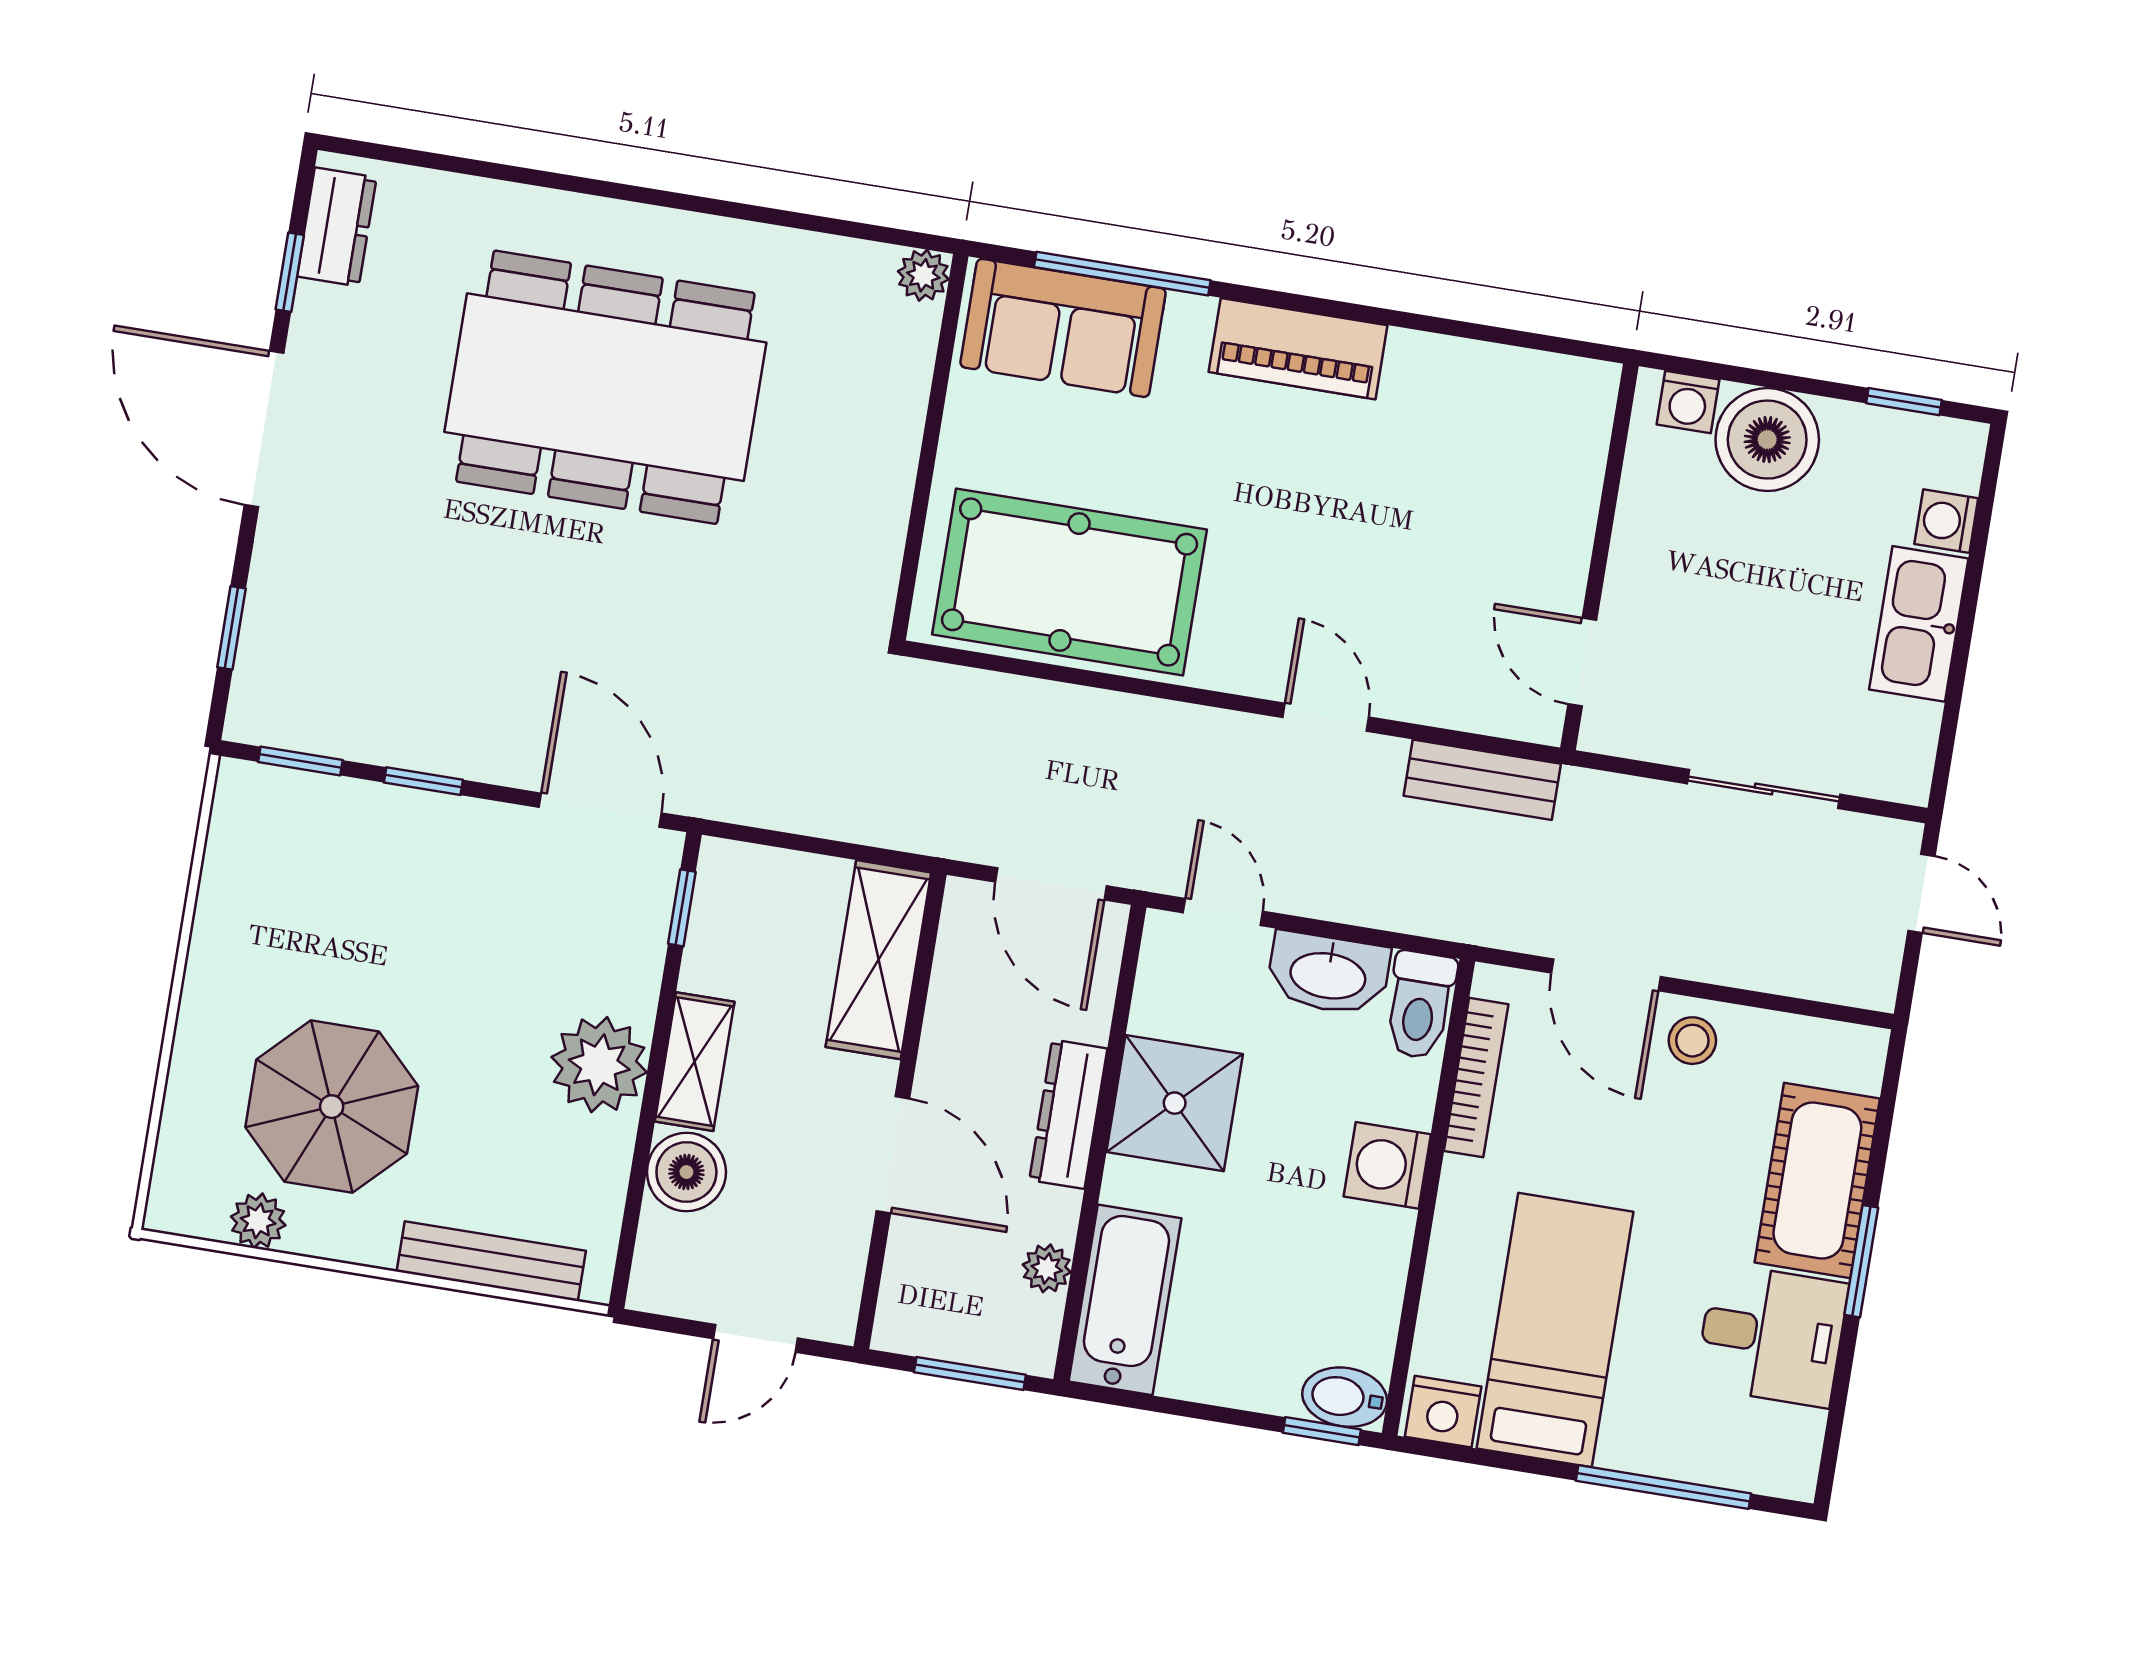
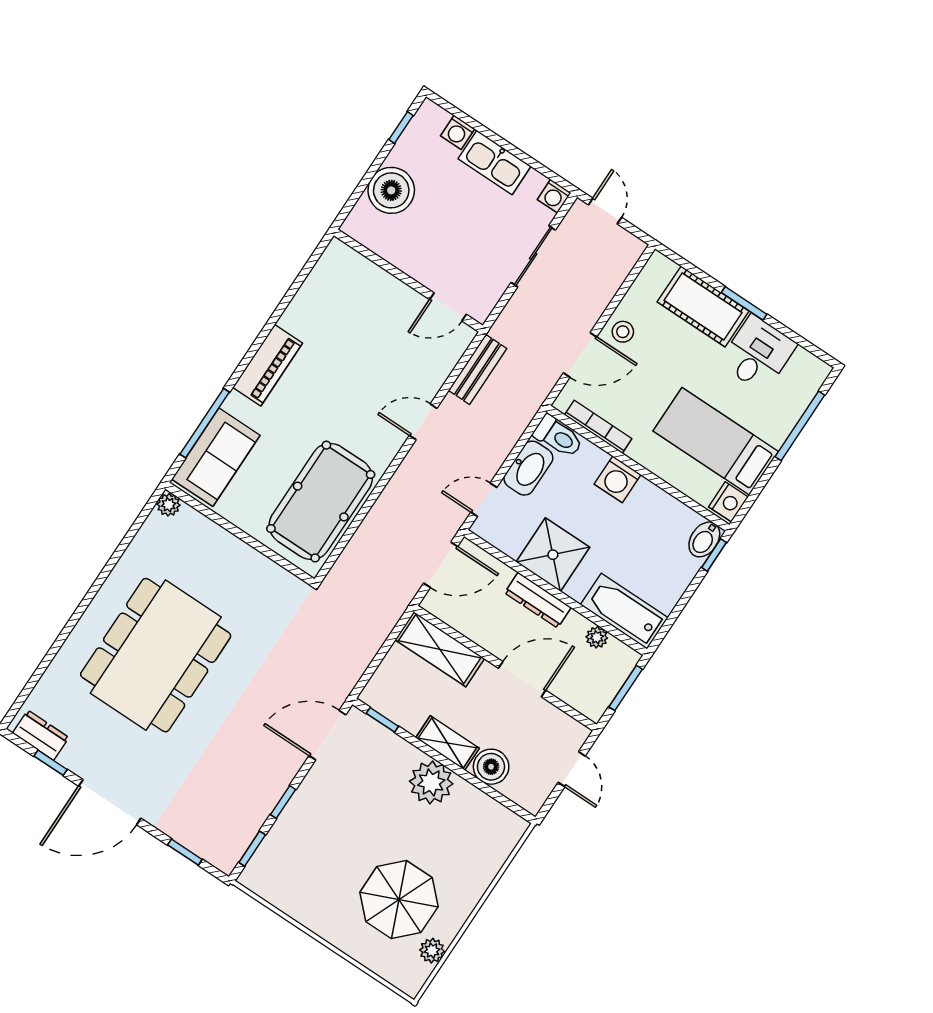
washing machine: (1688, 402) -> (554, 196), moved, turned 90
door: (1921, 893) -> (605, 211), hinge flipped
bench: (491, 1261) -> (491, 863), removed

